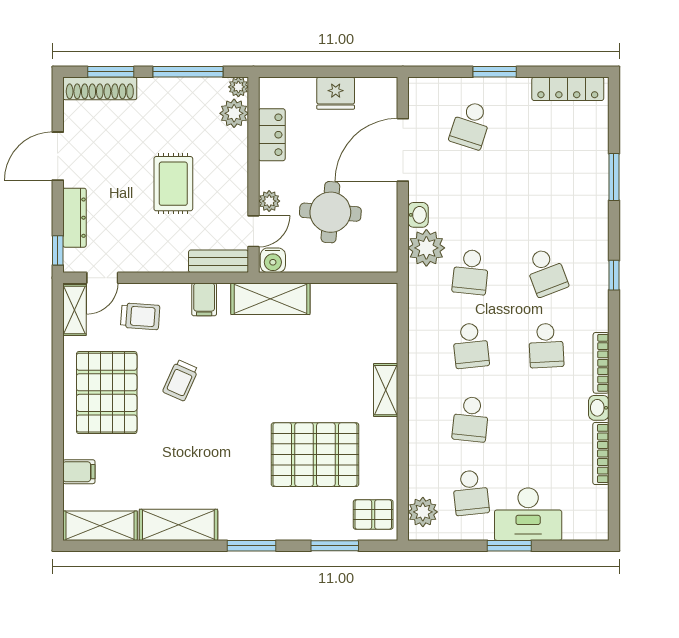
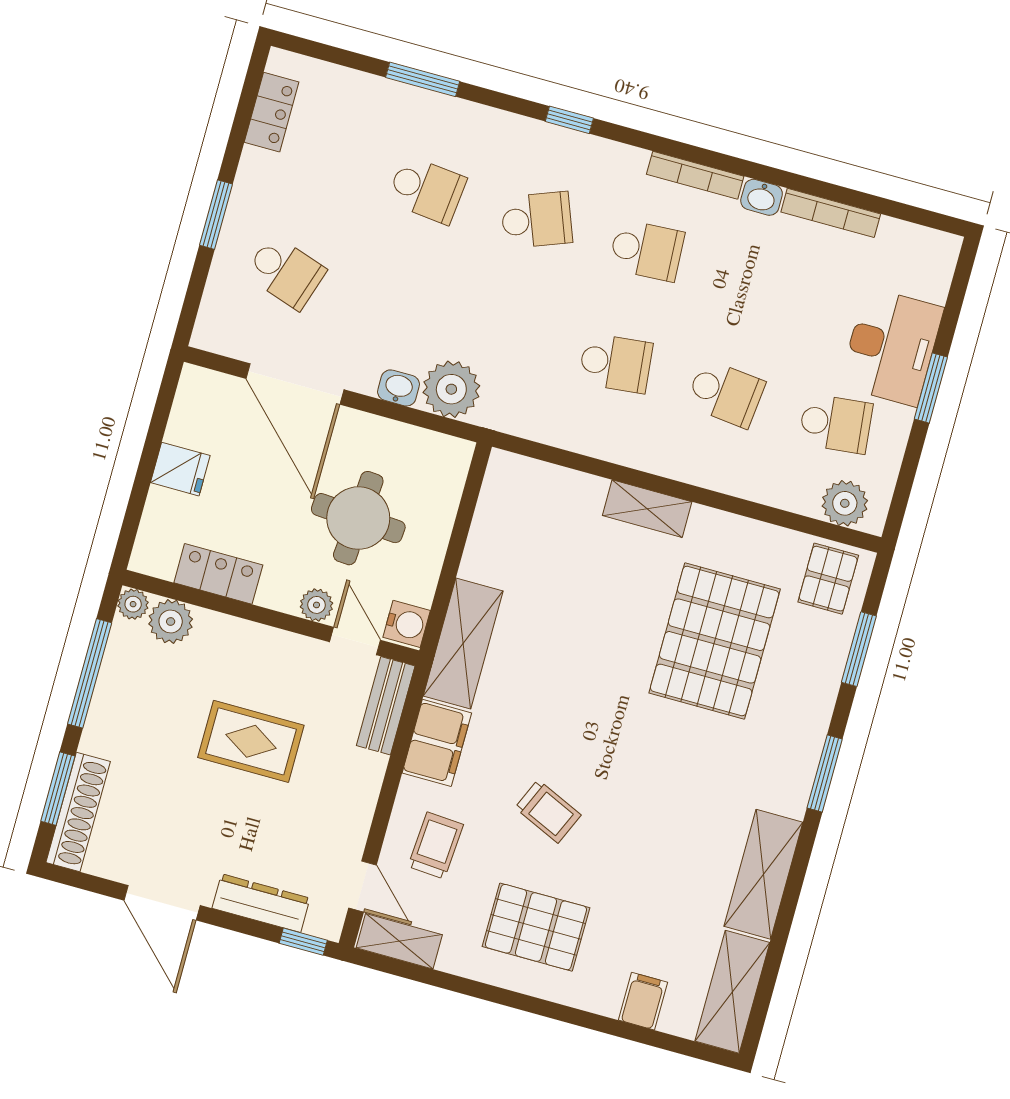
locker: (568, 89) -> (272, 112), width x0.66
fridge: (336, 93) -> (180, 469), width x0.72
school desk: (471, 272) -> (427, 190), moved
filing cabinet: (204, 299) -> (437, 743), width x2.00
pallet: (107, 393) -> (536, 927), width x0.73, depth x0.71

